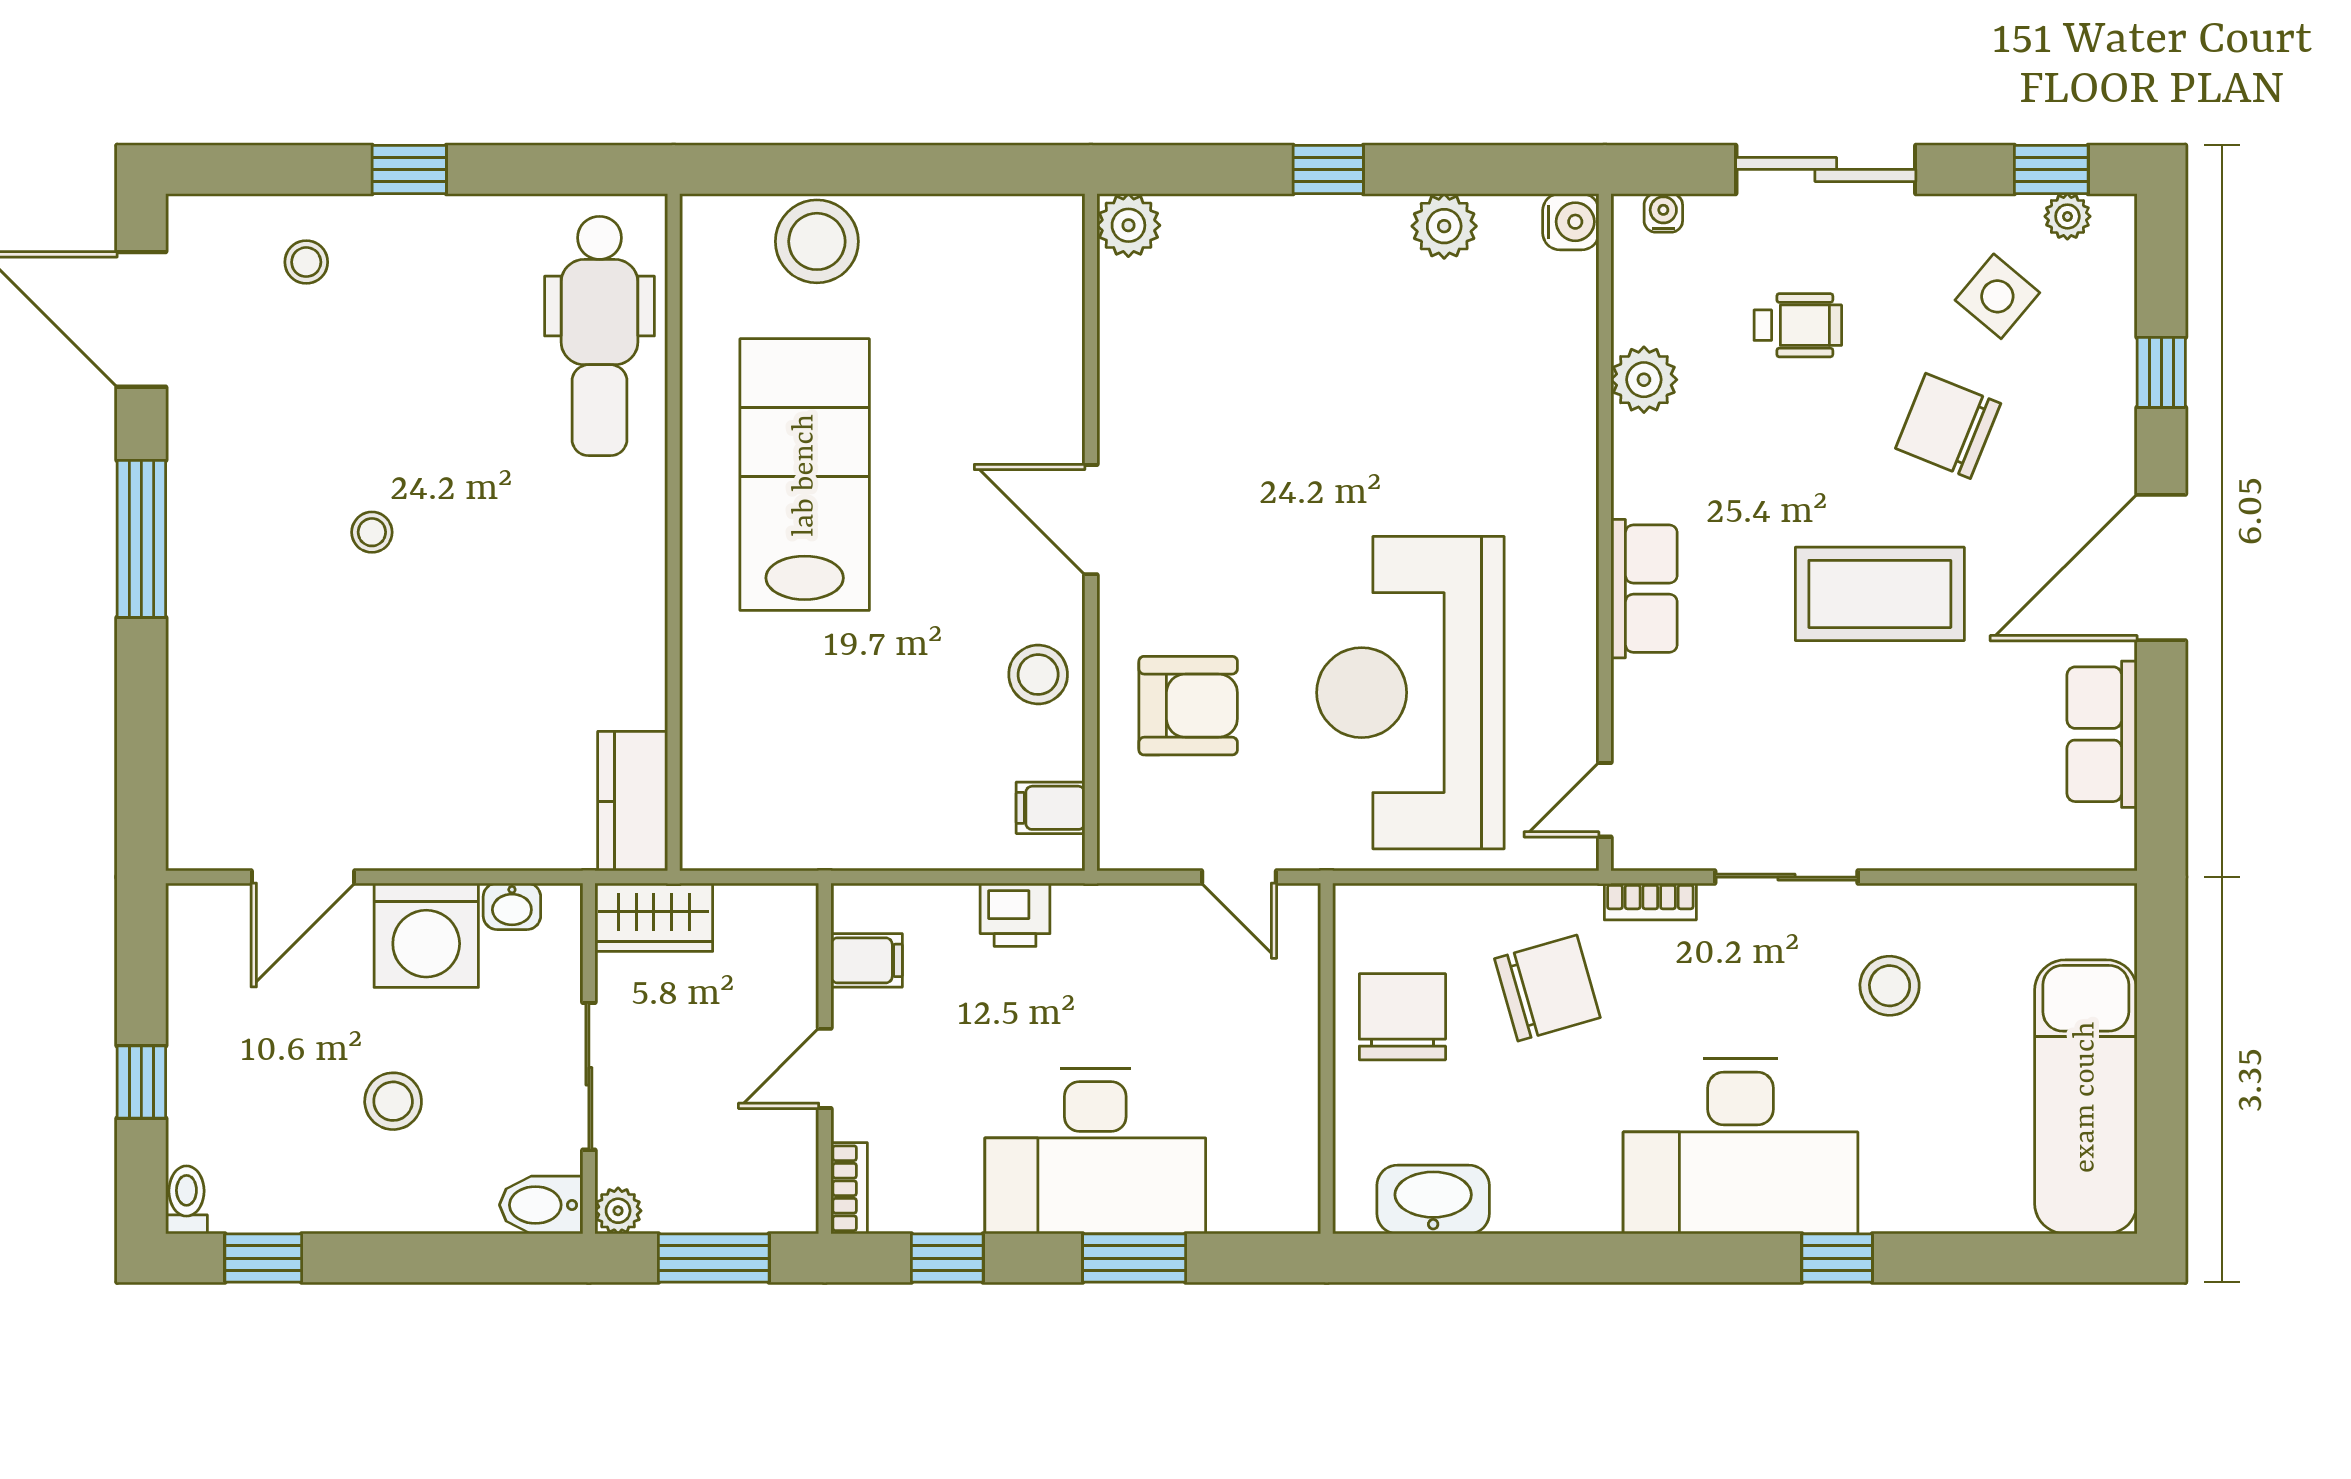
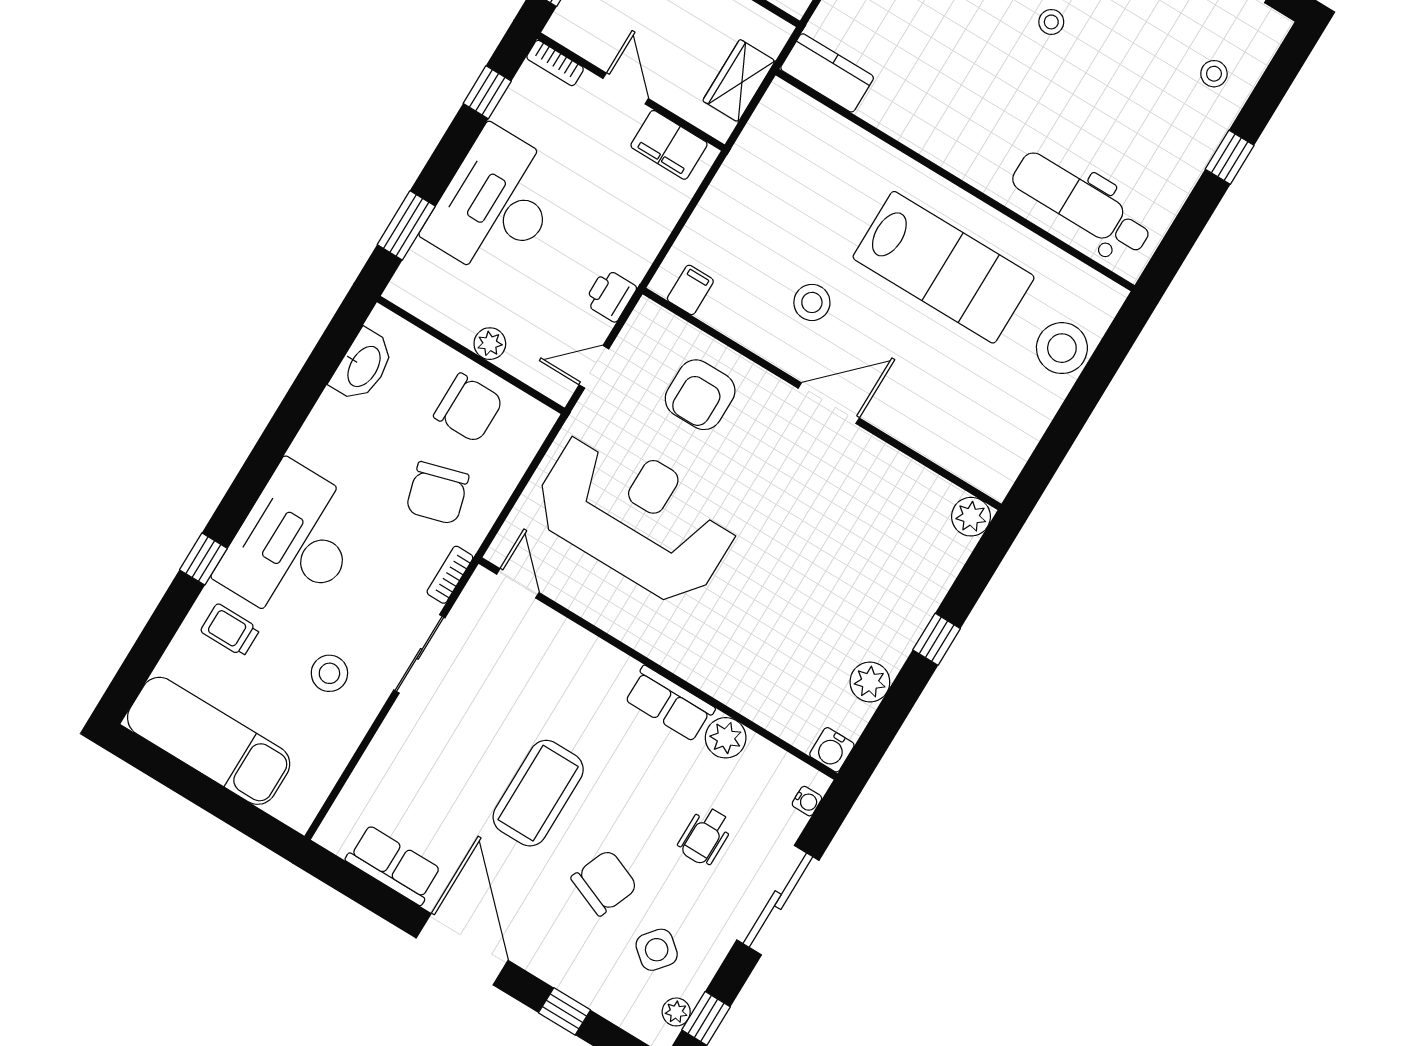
row of seats: (1644, 589) -> (669, 704), moved
stool: (1038, 675) -> (812, 302), moved
printer: (1015, 915) -> (610, 295), moved
wardrobe: (654, 917) -> (739, 81), moved
filing cabinet: (867, 960) -> (669, 145), width x2.00
plant: (1295, 1042) -> (490, 344), added
trolley: (1913, 1161) -> (230, 630), added
window: (1134, 1258) -> (406, 225), moved

